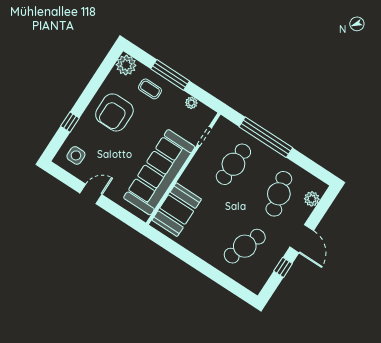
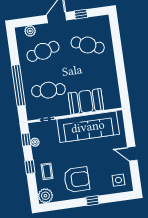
window: (170, 75) -> (30, 167), width x0.46
window: (202, 96) -> (26, 140), added
window: (70, 122) -> (92, 201), moved
booth: (177, 210) -> (86, 101), moved

